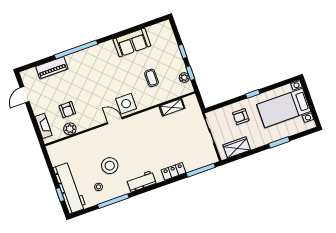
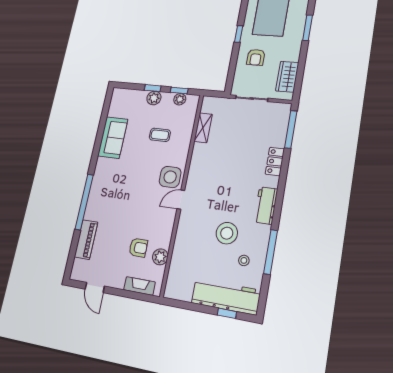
plant: (176, 57) -> (154, 98), added

